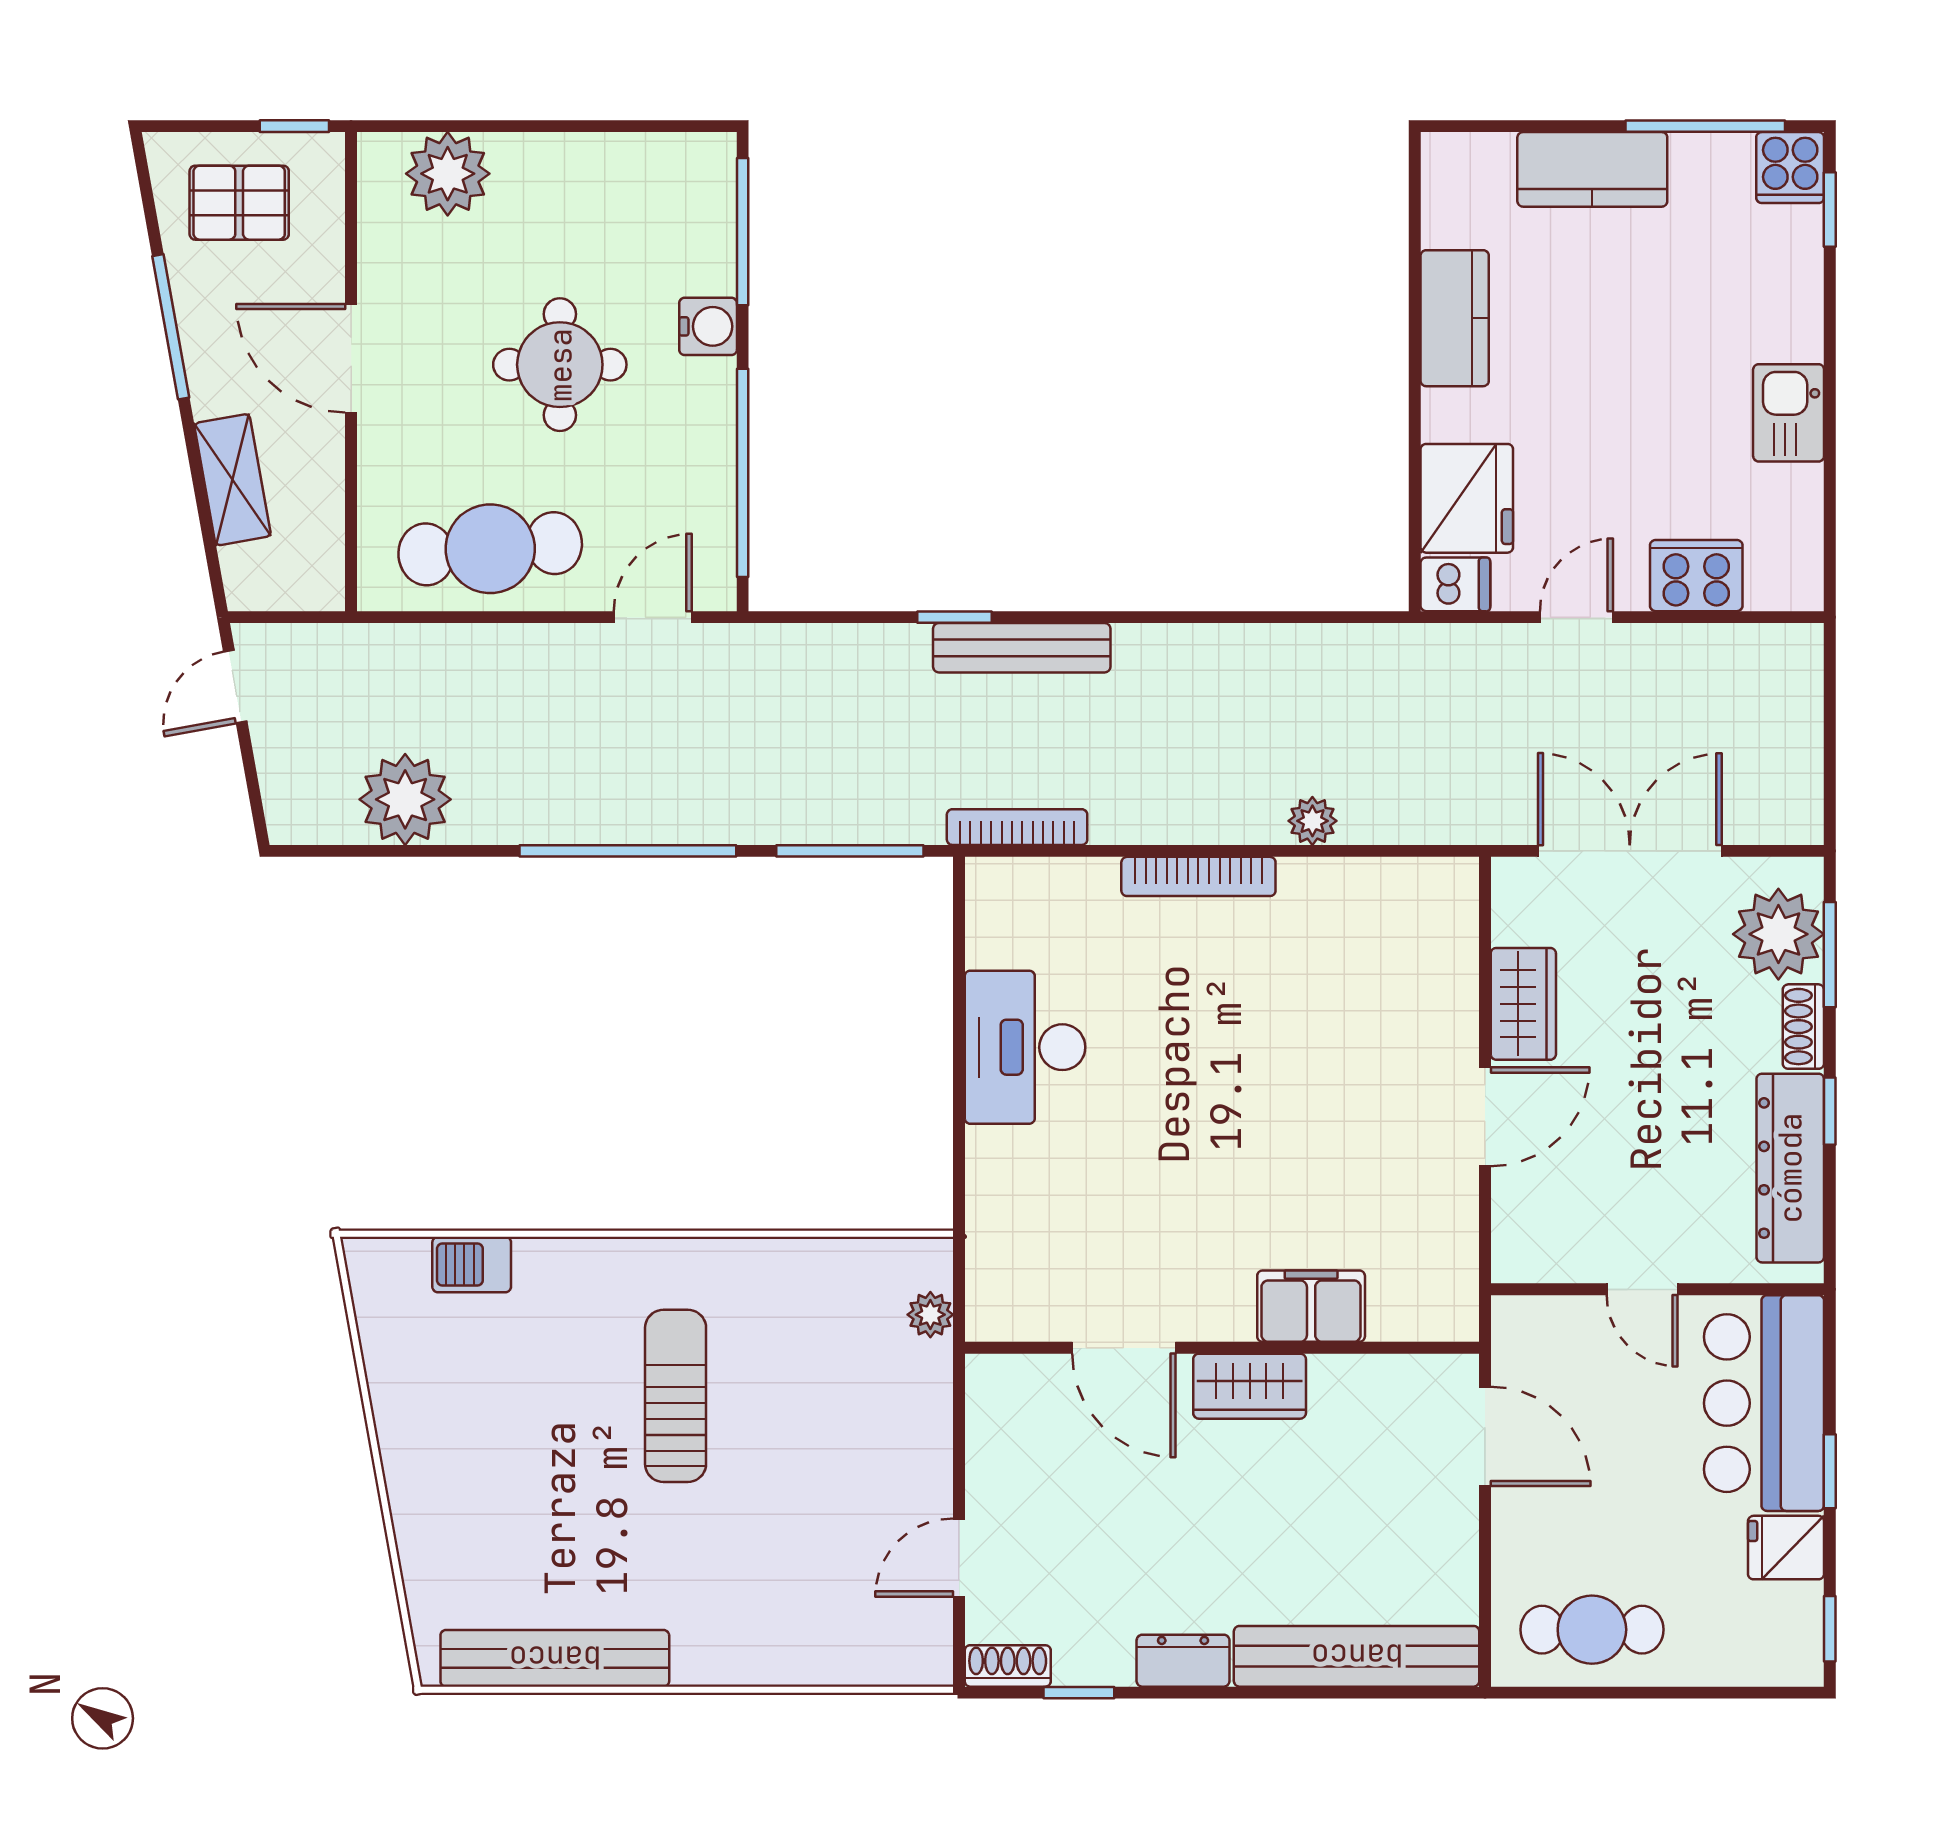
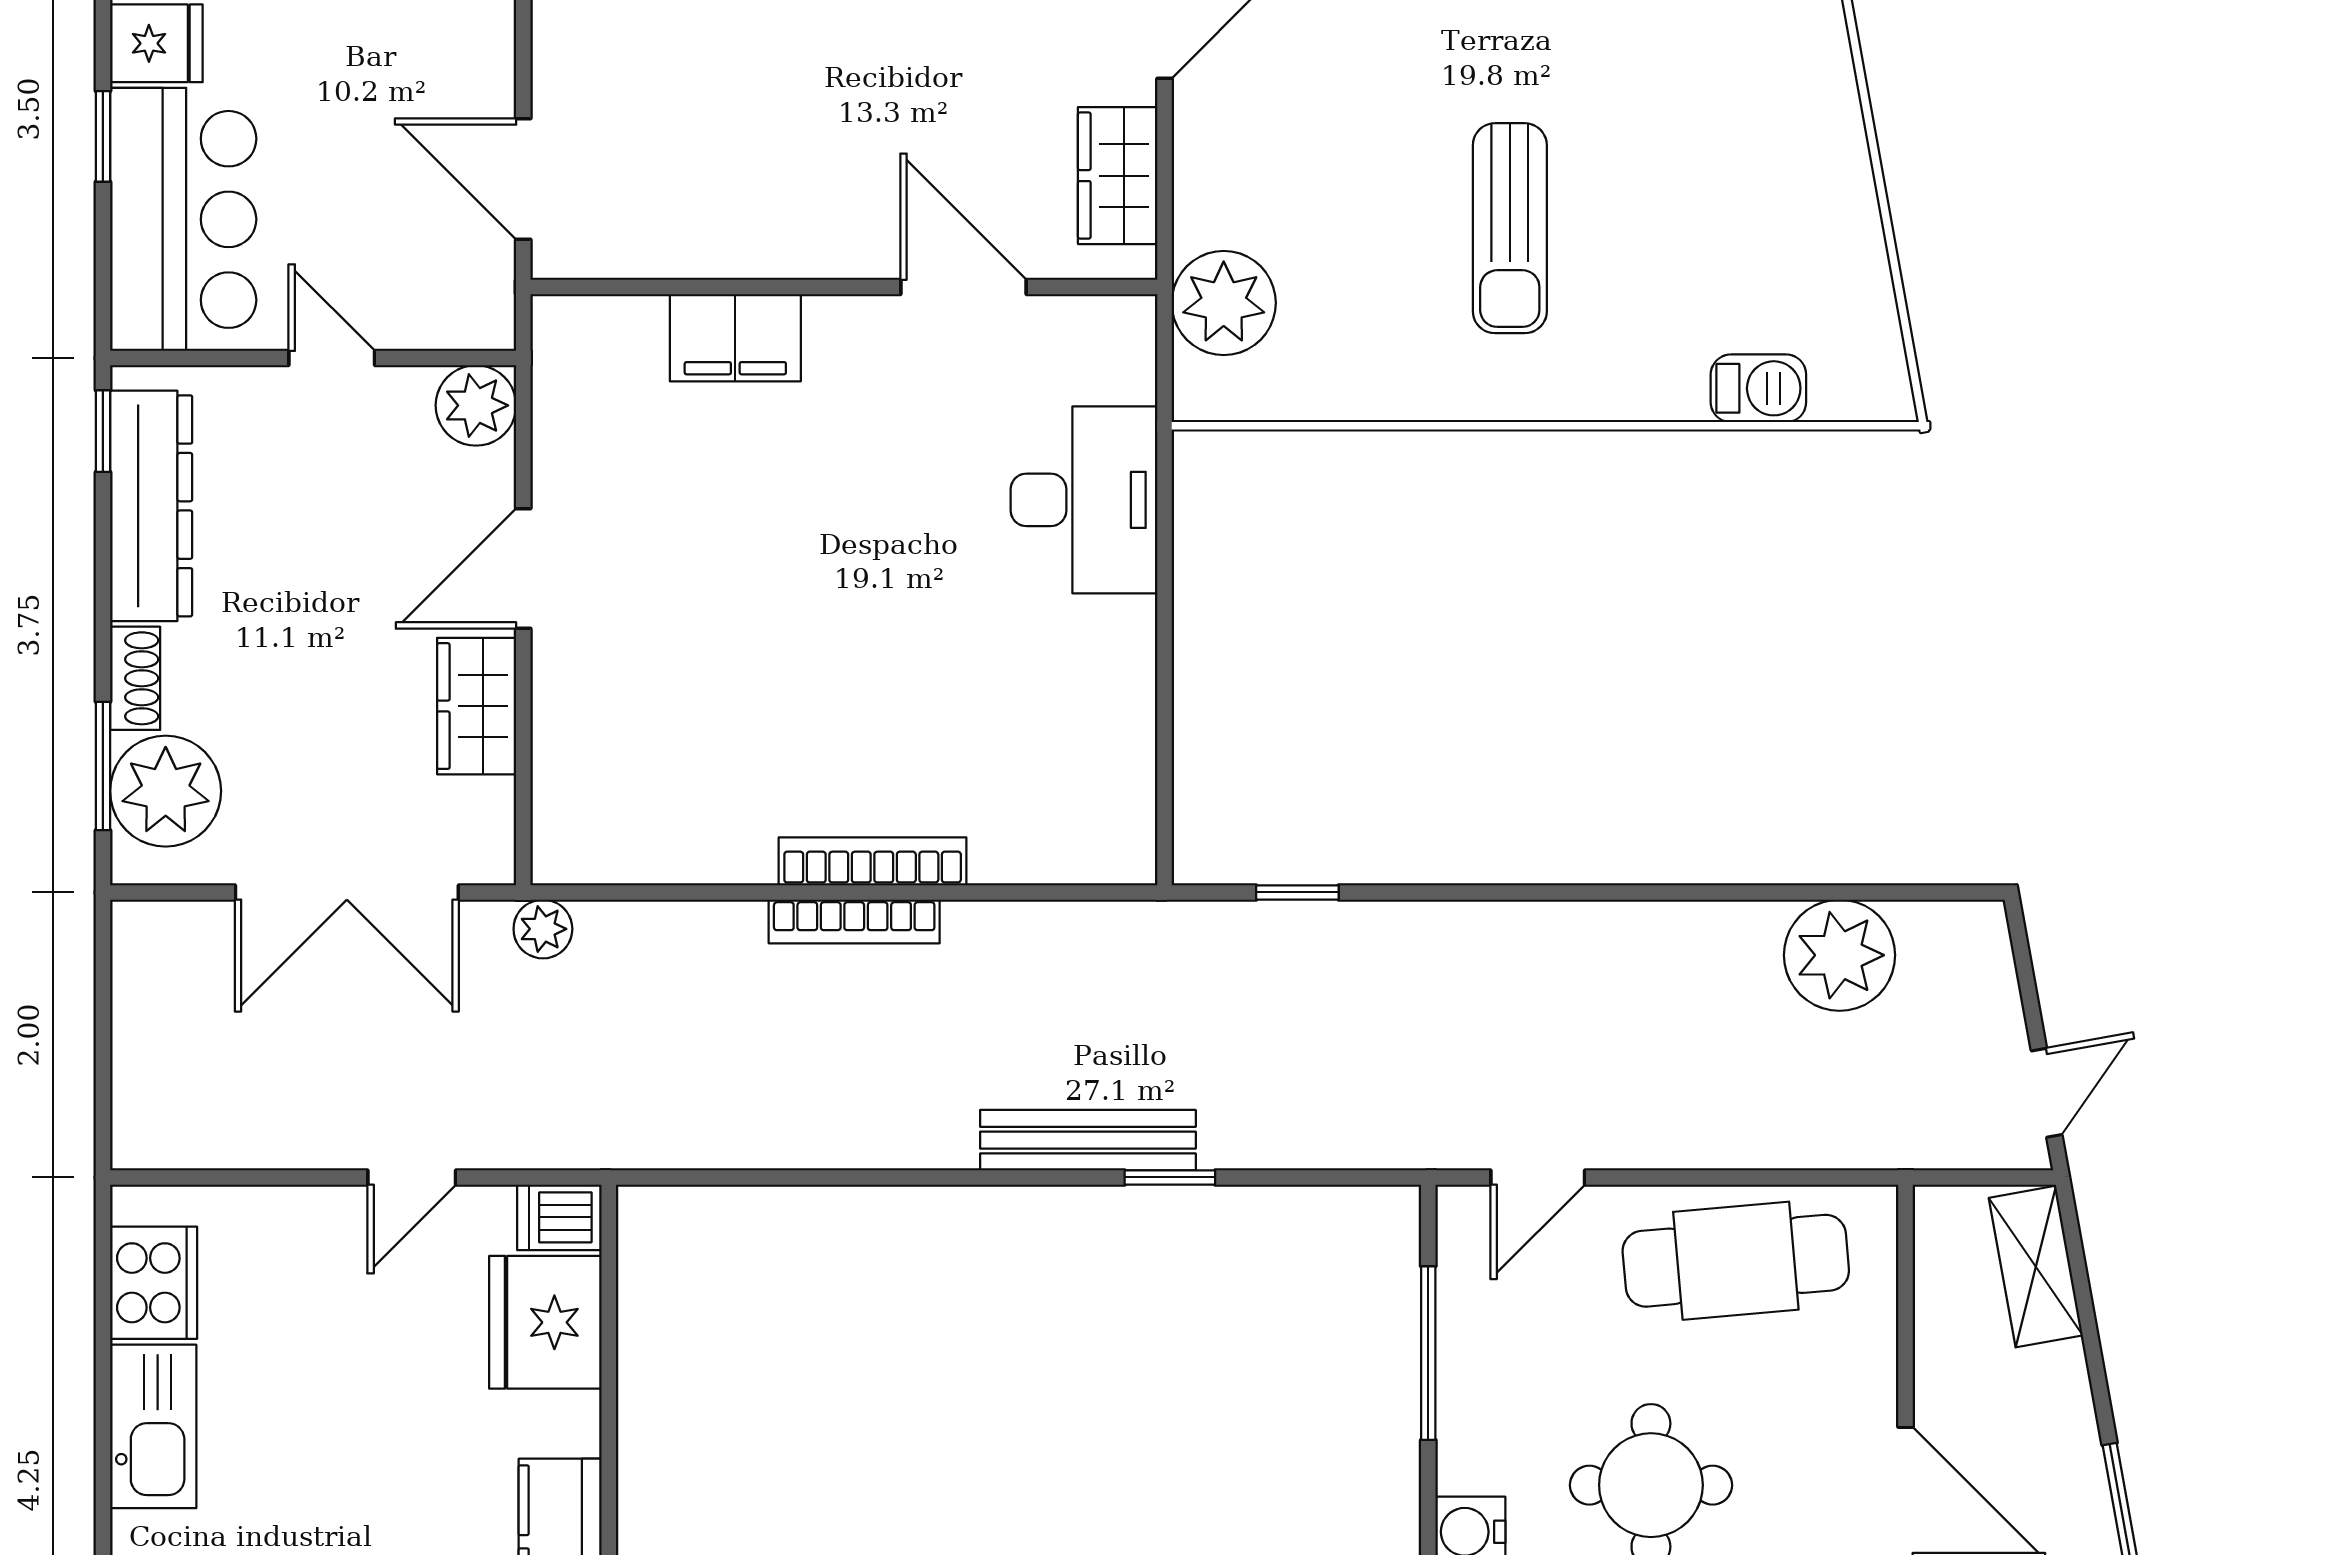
kitchen sink: (1789, 413) -> (153, 1426), width x1.38
window: (743, 473) -> (1428, 1353), width x0.68
shelving: (233, 480) -> (2036, 1267), moved
cooker: (1696, 576) -> (154, 1283), moved, turned -90
plant: (1312, 821) -> (543, 929), moved
bookcase: (1017, 827) -> (854, 921), moved
window: (628, 851) -> (1568, 892), removed
window: (850, 851) -> (1297, 892), width x0.46
desk: (1025, 1047) -> (1084, 500), moved
window: (1830, 1111) -> (103, 431), moved
plant: (1524, 1250) -> (476, 405), added
plant: (930, 1315) -> (1224, 303), width x1.88, depth x1.88
wardrobe: (1250, 1386) -> (1118, 176), moved, turned -90

